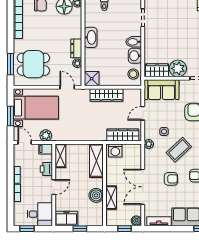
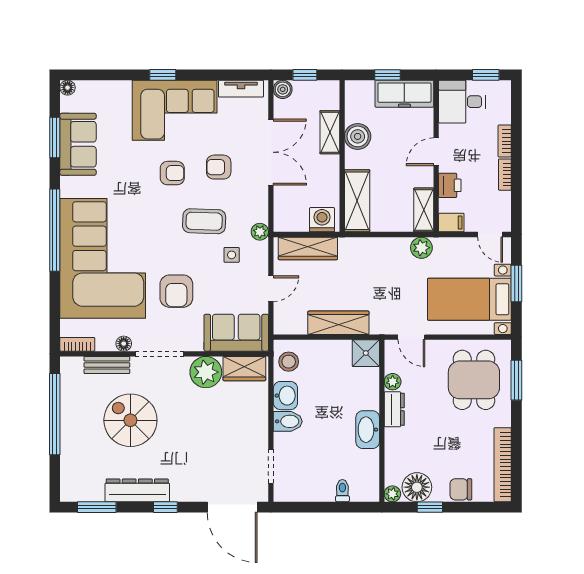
dining table: (33, 64) -> (474, 380), turned 90
plant: (46, 135) -> (421, 248), moved
coffee table: (179, 150) -> (204, 221), turned 45
freezer: (66, 218) -> (404, 94), width x1.40

